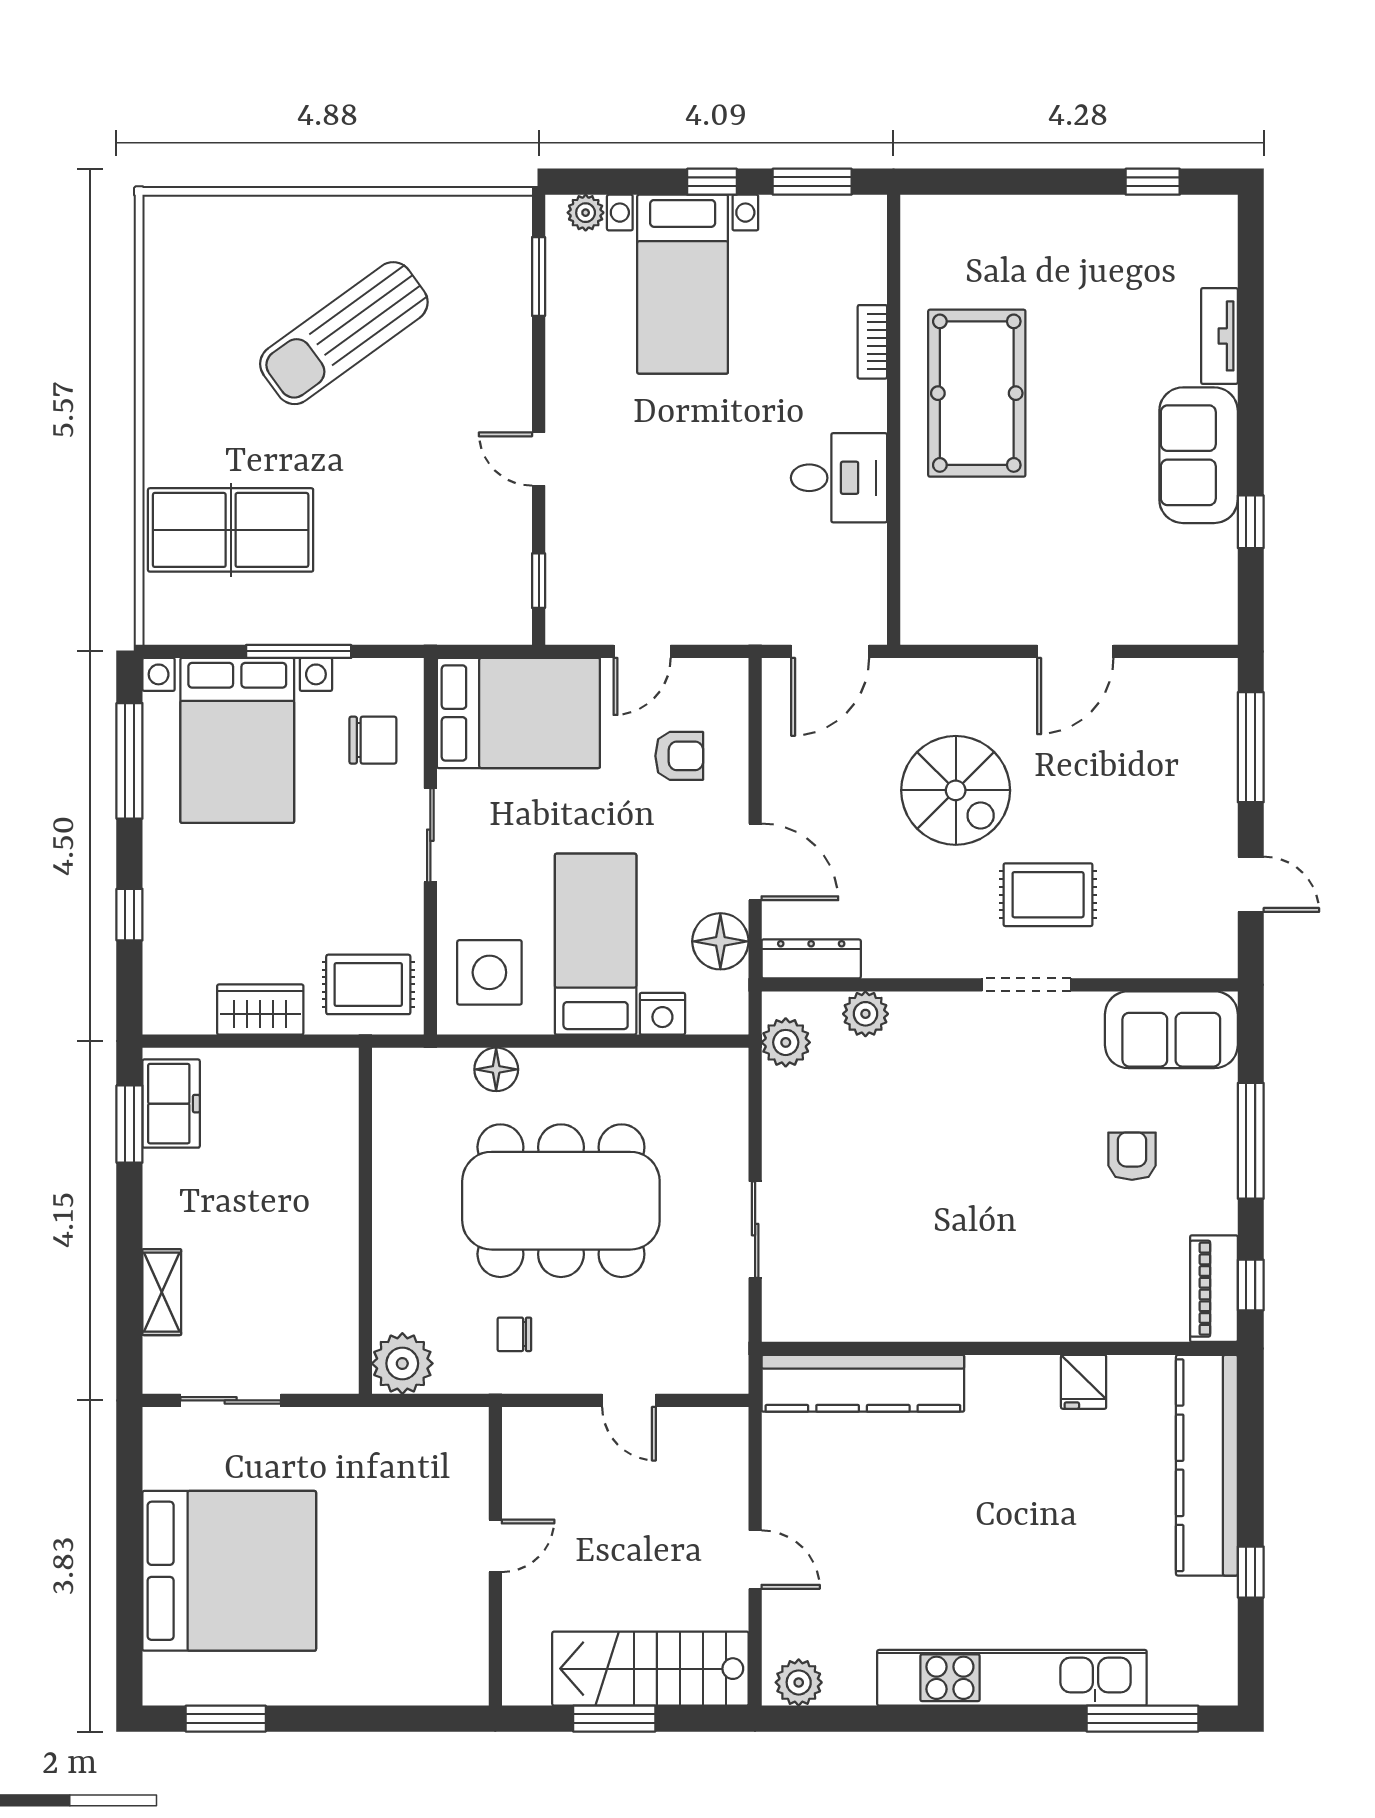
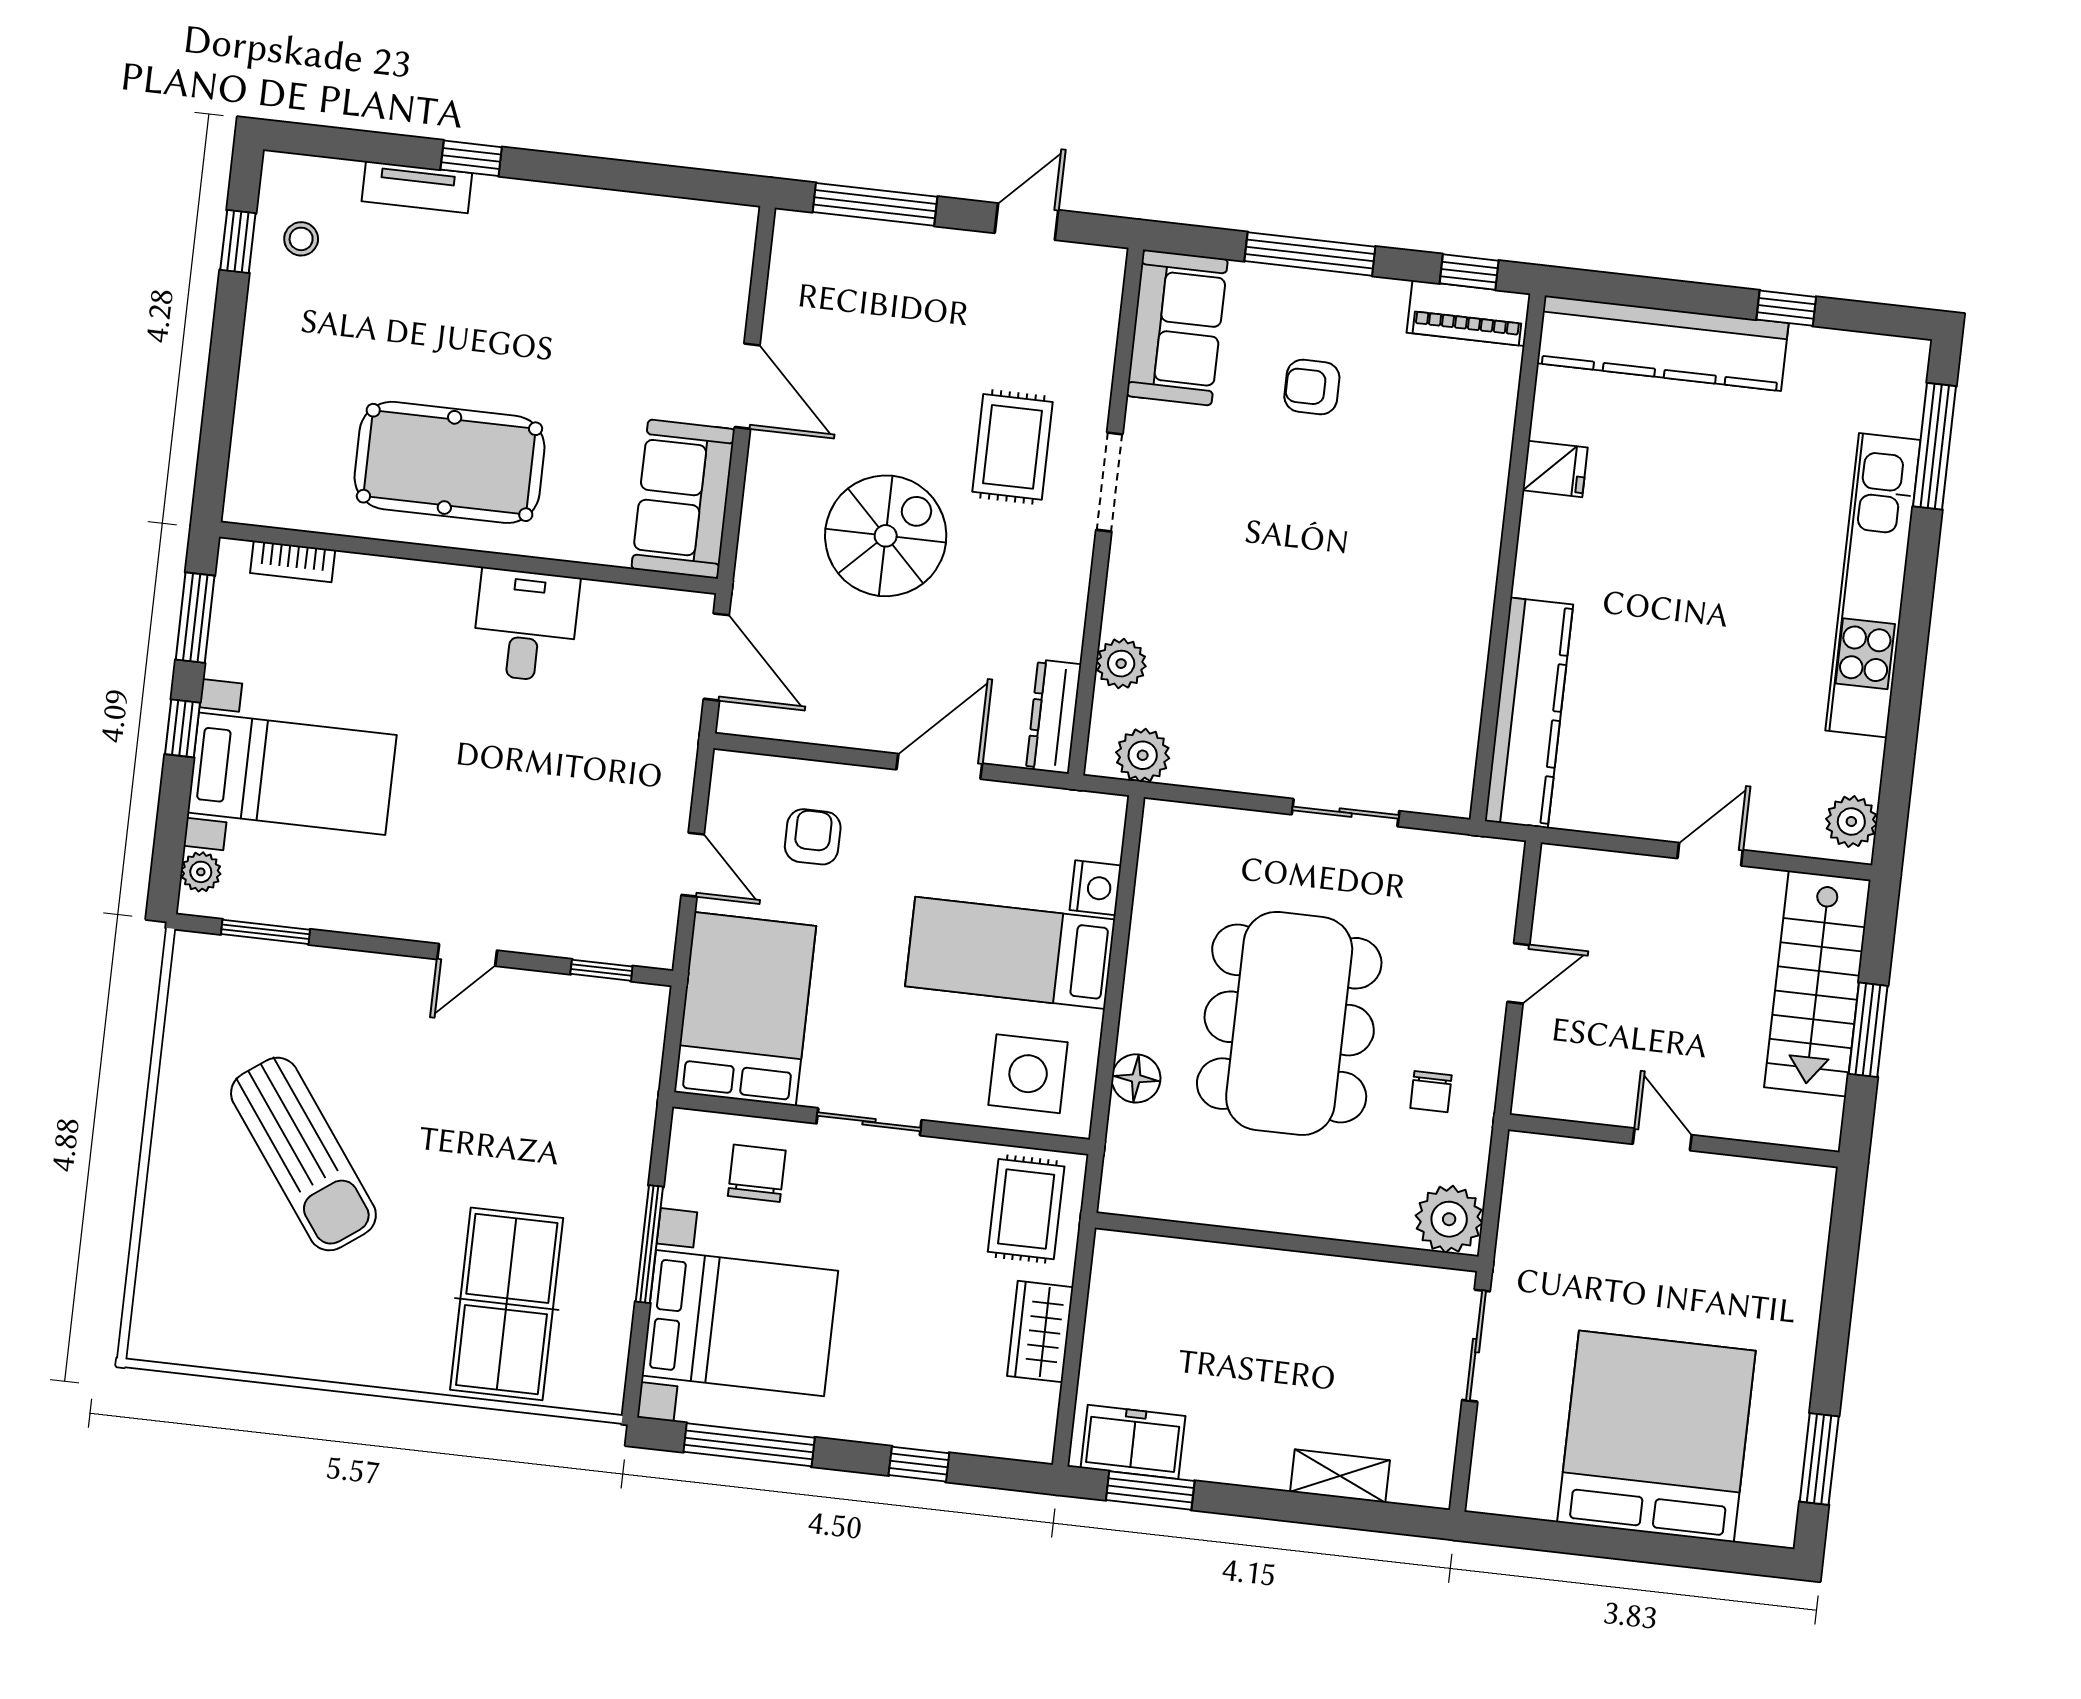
stool: (1161, 238) -> (301, 239), added
bookcase: (872, 342) -> (293, 561), moved
sofa: (1199, 455) -> (683, 499), moved, turned 90
window: (1251, 522) -> (471, 158), moved
floor lamp: (720, 941) -> (1023, 815), removed
sliding door: (231, 1400) -> (1476, 1346), moved

